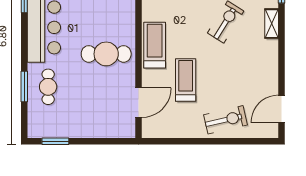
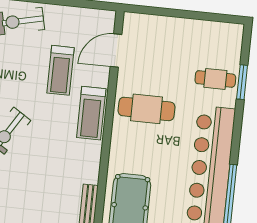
cafe table: (48, 87) -> (215, 79), turned 90
window: (55, 141) -> (214, 17), removed

